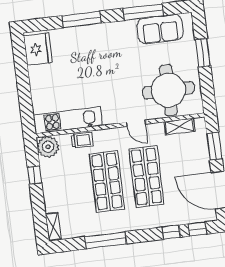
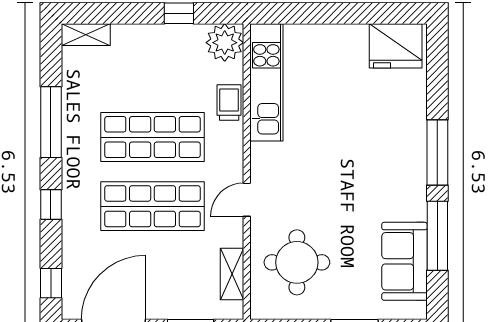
window: (81, 20) -> (437, 152), moved
round table: (168, 90) -> (297, 262), width x0.73, depth x0.73
trolley: (82, 140) -> (229, 103), turned 180
window: (171, 232) -> (51, 204), moved

